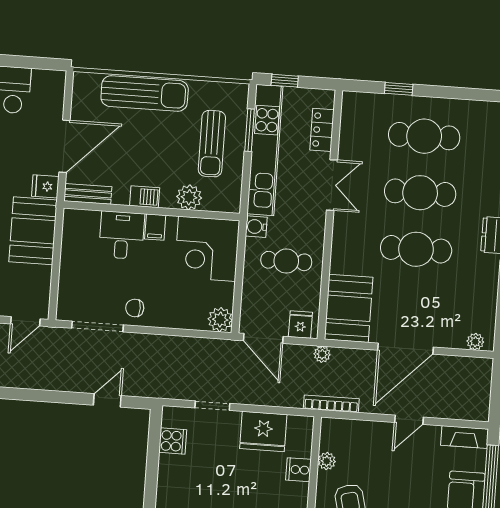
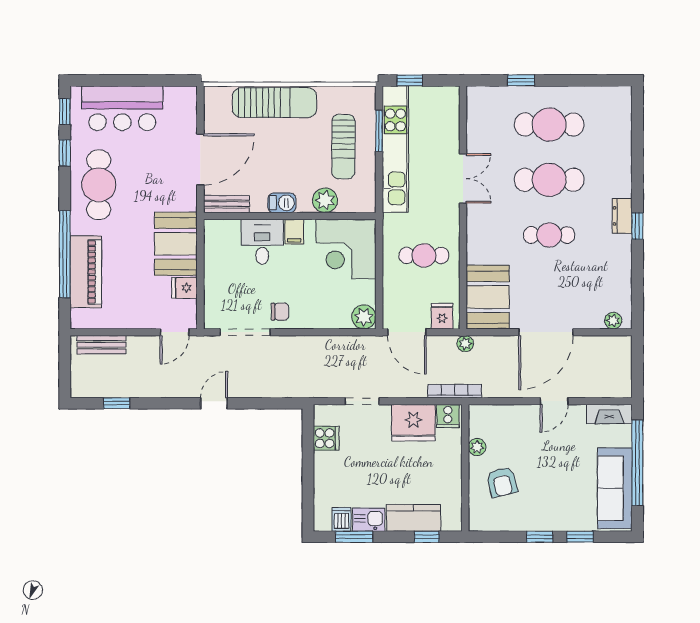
locker: (322, 130) -> (449, 126), removed
fridge: (45, 186) -> (185, 288), moved
water cooler: (256, 227) -> (392, 224), removed
cafe table: (416, 249) -> (549, 235), width x0.73, depth x0.74
chair: (135, 308) -> (280, 312), turned 180
door: (107, 400) -> (214, 403), moved
bookcase: (331, 404) -> (455, 391), moved
cooker: (298, 470) -> (448, 416), moved, turned -90

